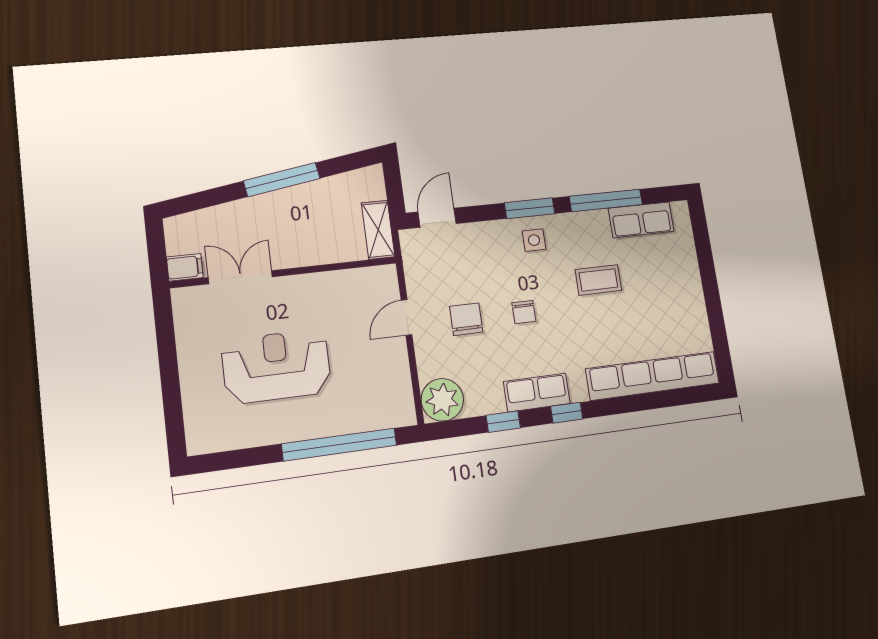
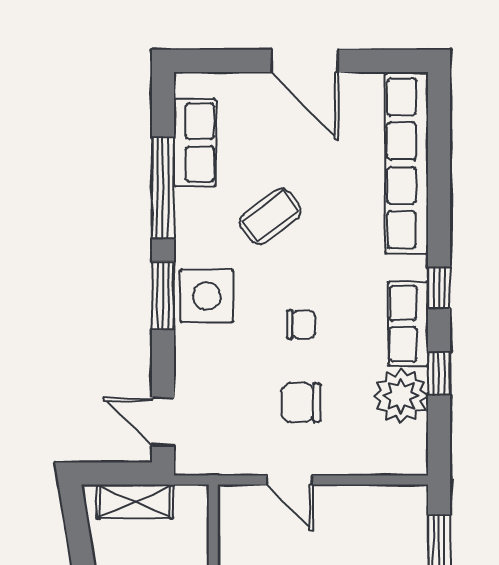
shelving: (378, 230) -> (135, 502), moved
side table: (534, 240) -> (207, 296), width x1.87, depth x1.87
coffee table: (598, 280) -> (270, 216), turned 53
door: (711, 292) -> (305, 61), added
plant: (442, 400) -> (401, 396), moved

